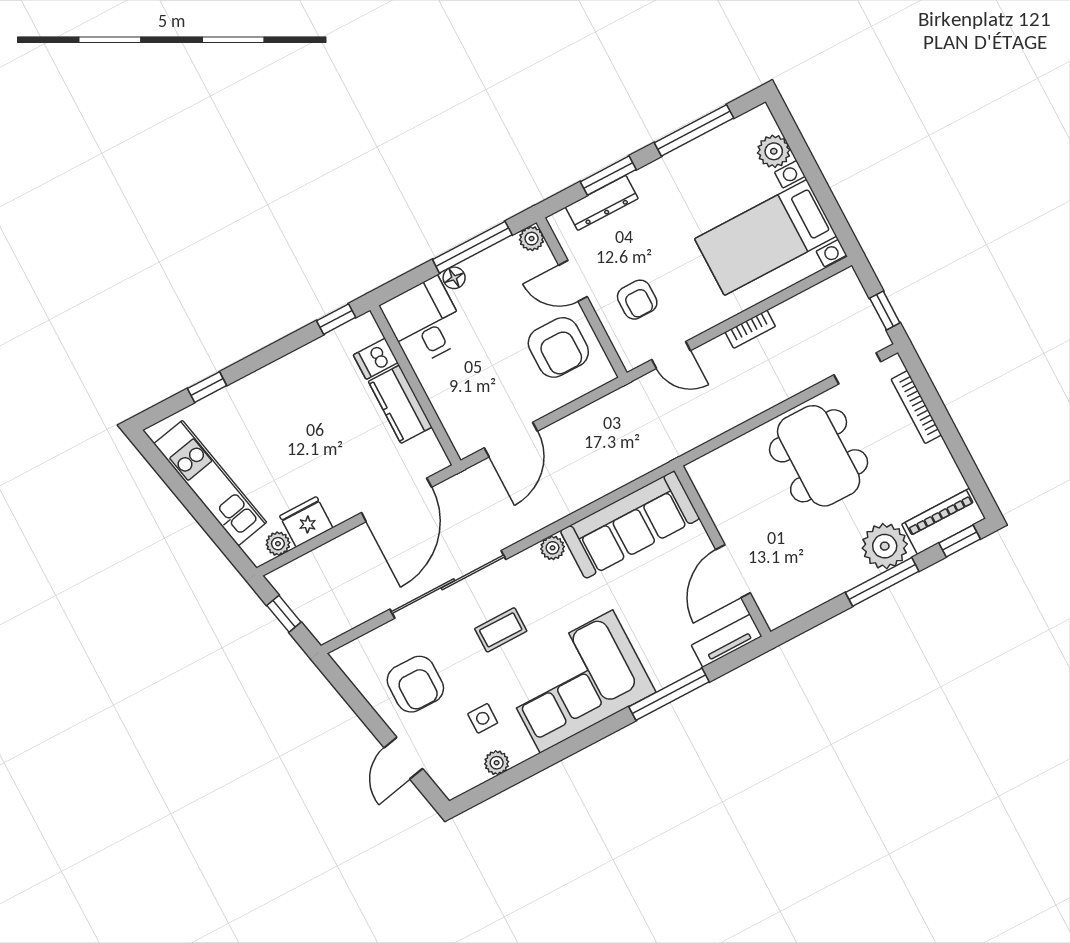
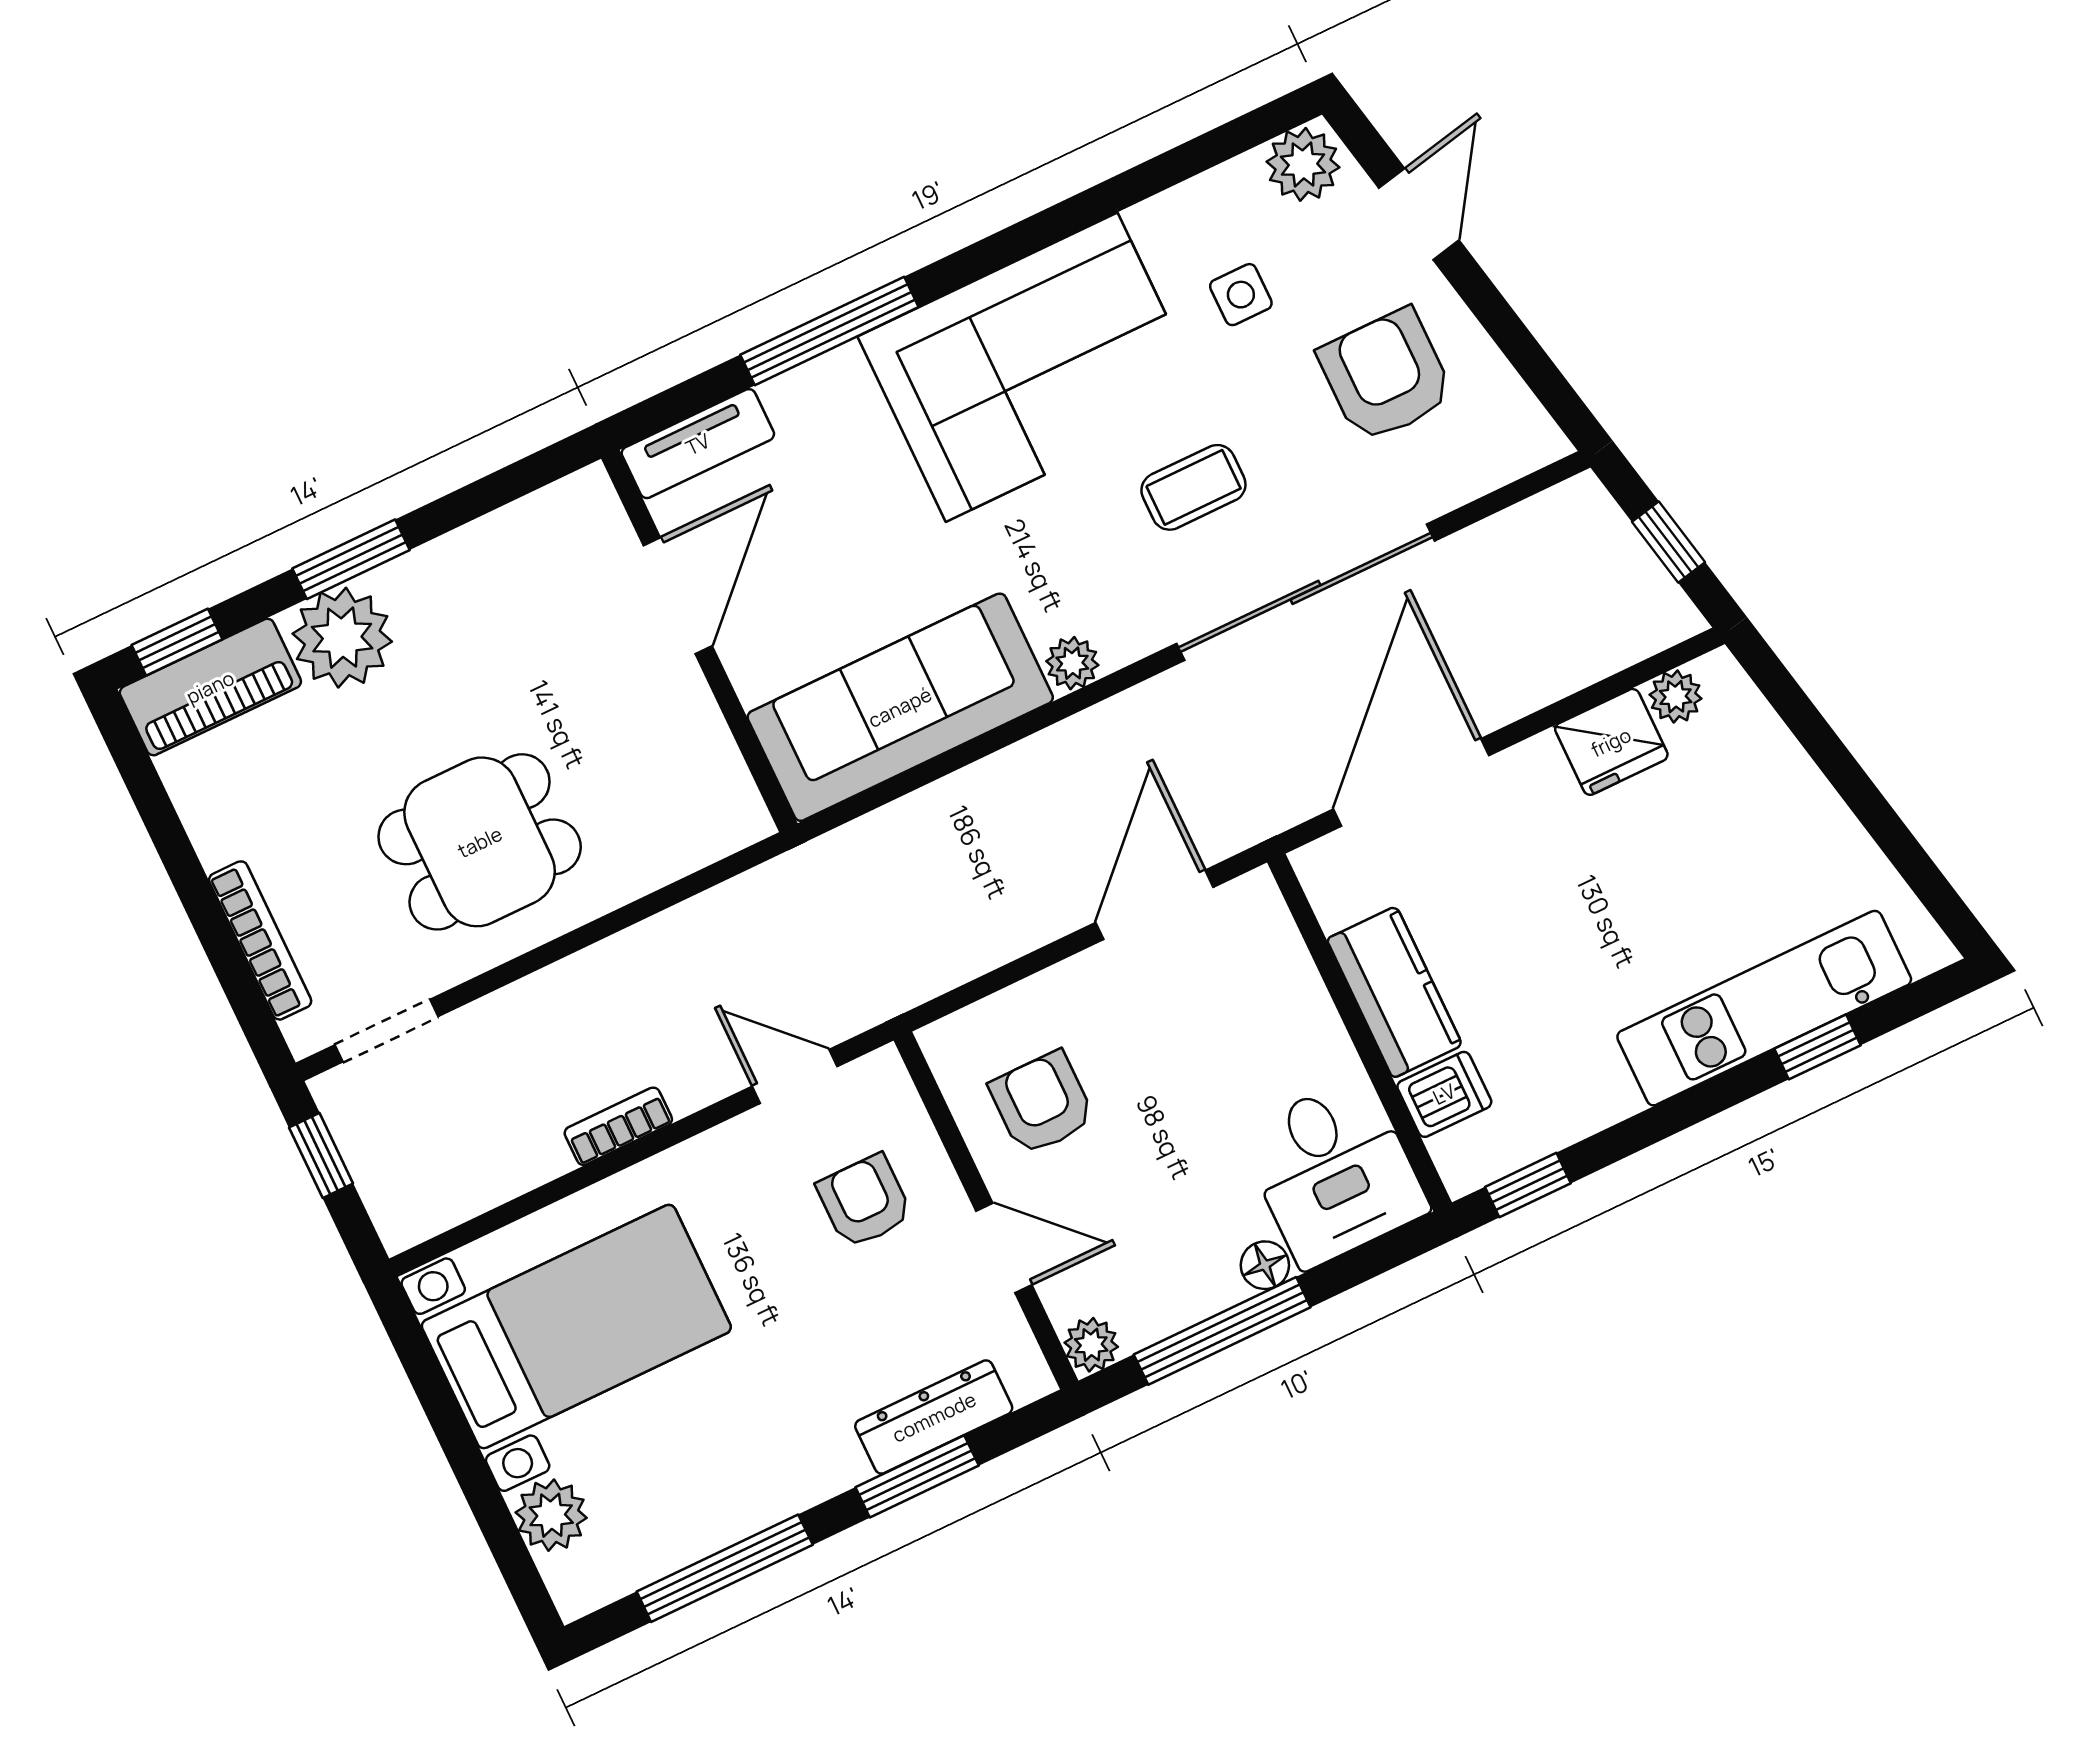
armchair: (558, 347) -> (1042, 1103), width x0.72, depth x0.72
dining table: (819, 456) -> (480, 842), width x0.73
kitchen unit: (210, 483) -> (1764, 1008), moved, turned 102
window: (882, 582) -> (351, 559), width x0.69
plant: (497, 763) -> (1303, 164), moved, width x1.38, depth x1.38

